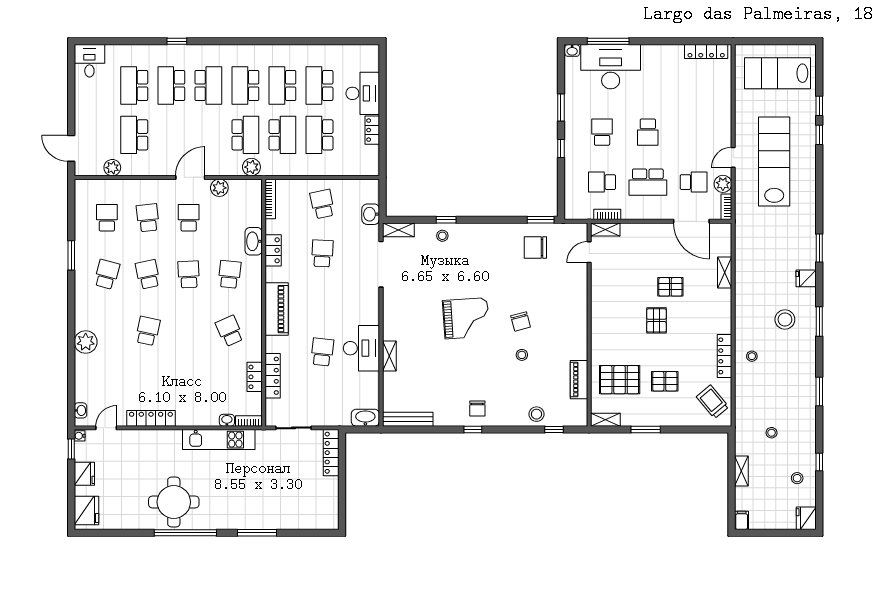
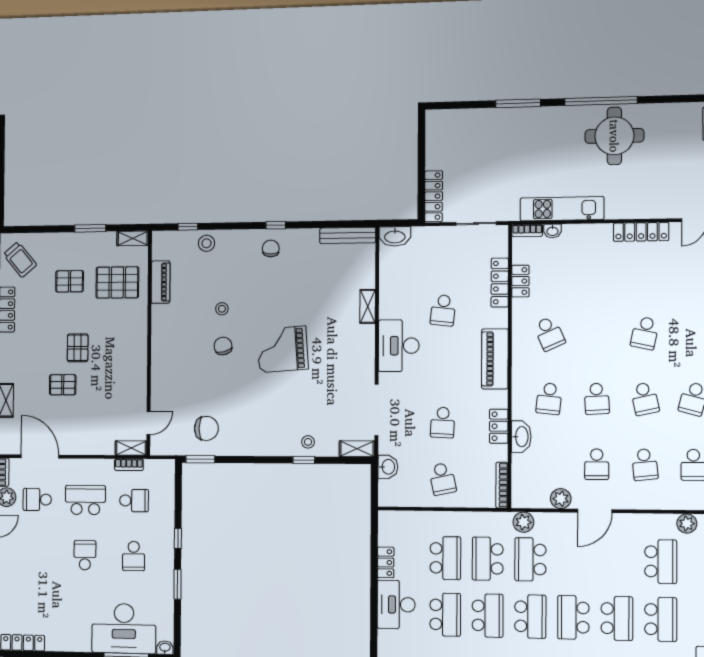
desk: (361, 348) -> (399, 346), moved

